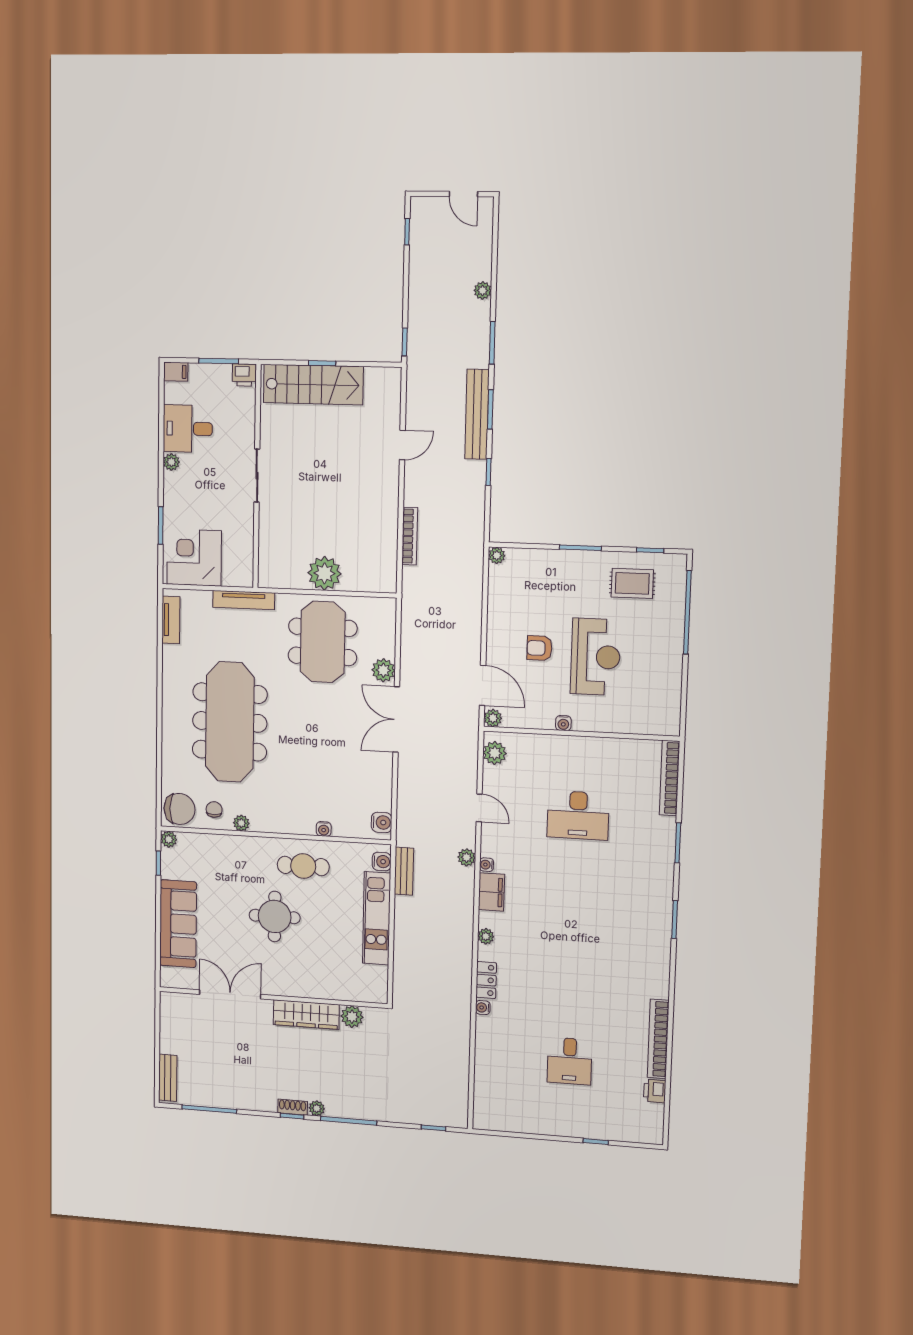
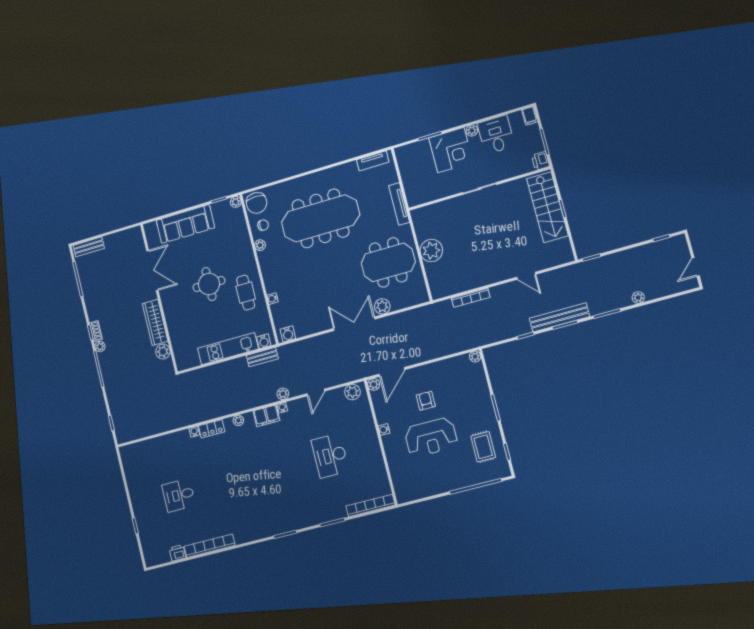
corner desk: (194, 557) -> (451, 150), moved, turned 90

